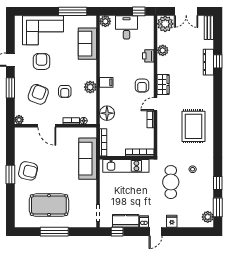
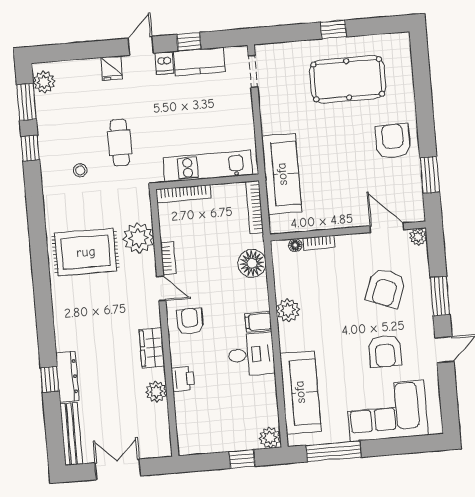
window: (139, 11) -> (242, 459), moved
plant: (165, 24) -> (138, 238), moved
desk: (127, 27) -> (251, 354), moved, turned -90
bench: (209, 28) -> (71, 434), width x1.36
sofa: (87, 44) -> (300, 392), width x1.36
wardrobe: (163, 85) -> (152, 348), moved
armchair: (65, 91) -> (336, 298), removed
door: (156, 104) -> (161, 289), hinge flipped
door: (47, 126) -> (387, 228), moved
rug: (193, 126) -> (86, 252), turned 90
armchair: (28, 171) -> (393, 141), turned 77
window: (10, 175) -> (430, 175), moved
cafe table: (171, 182) -> (120, 143), width x0.73, depth x0.74
window: (54, 232) -> (333, 30), width x0.46
window: (117, 232) -> (189, 42), moved

